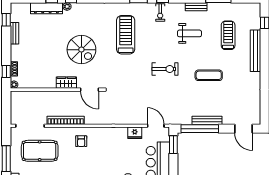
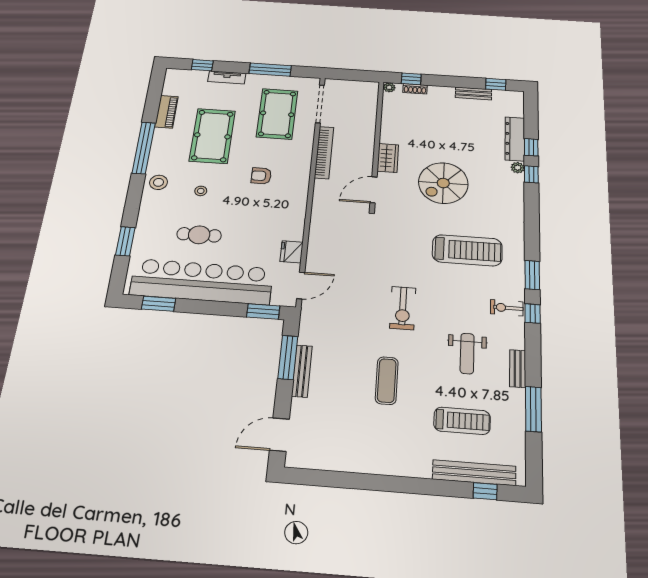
bench: (256, 51) -> (474, 473), moved
window: (200, 129) -> (288, 357), width x0.68
armchair: (81, 141) -> (261, 176), moved

